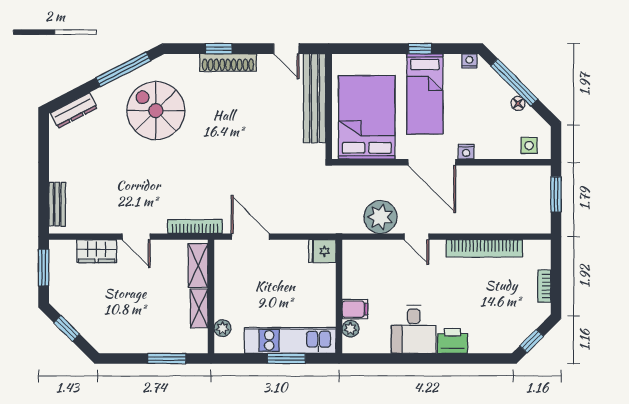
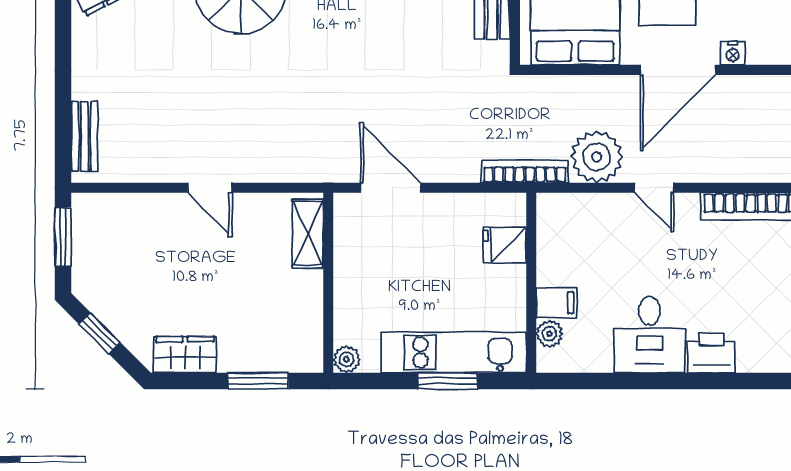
door: (432, 162) -> (678, 70), hinge flipped
bookcase: (195, 227) -> (525, 172), moved
wardrobe: (97, 251) -> (185, 355), moved, turned 180
fridge: (322, 251) -> (505, 245), moved
shelving: (199, 308) -> (309, 302), removed
plant: (222, 328) -> (346, 359), moved

